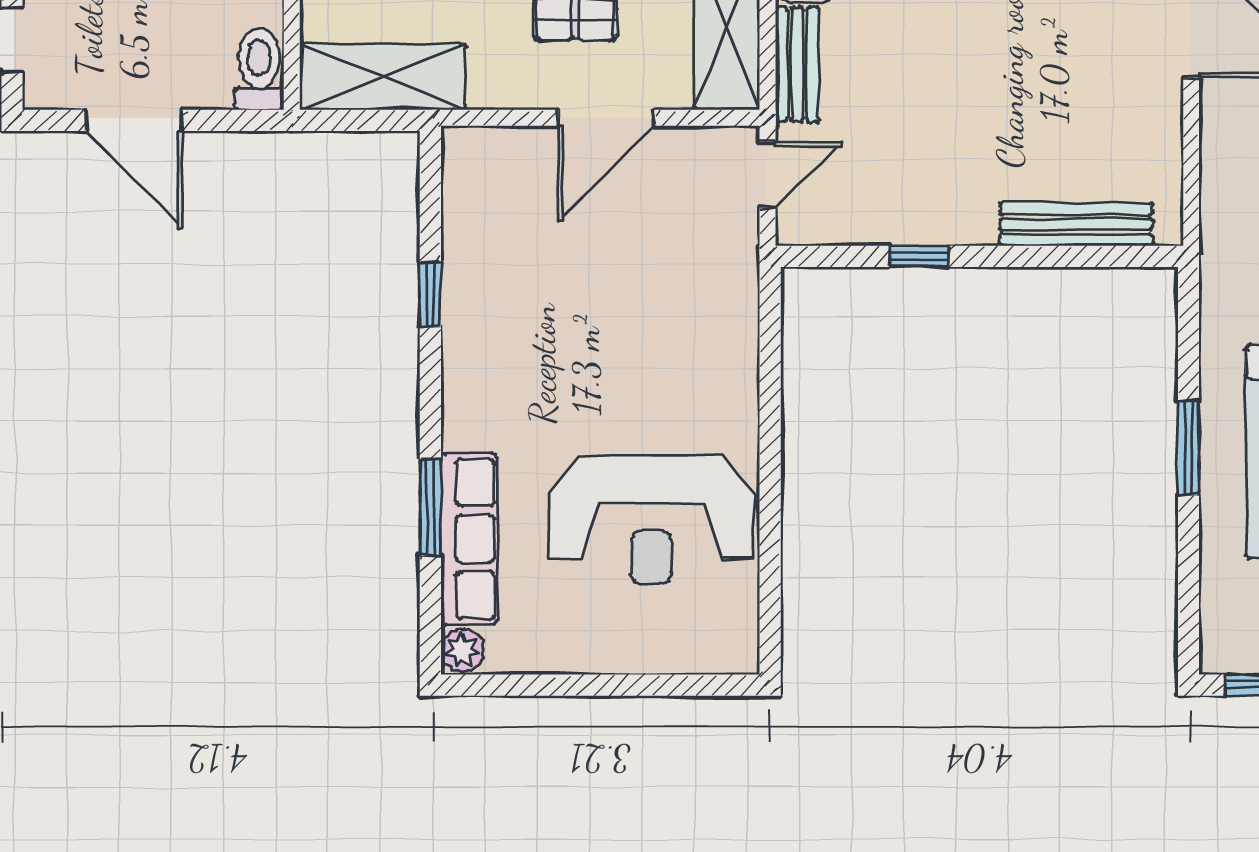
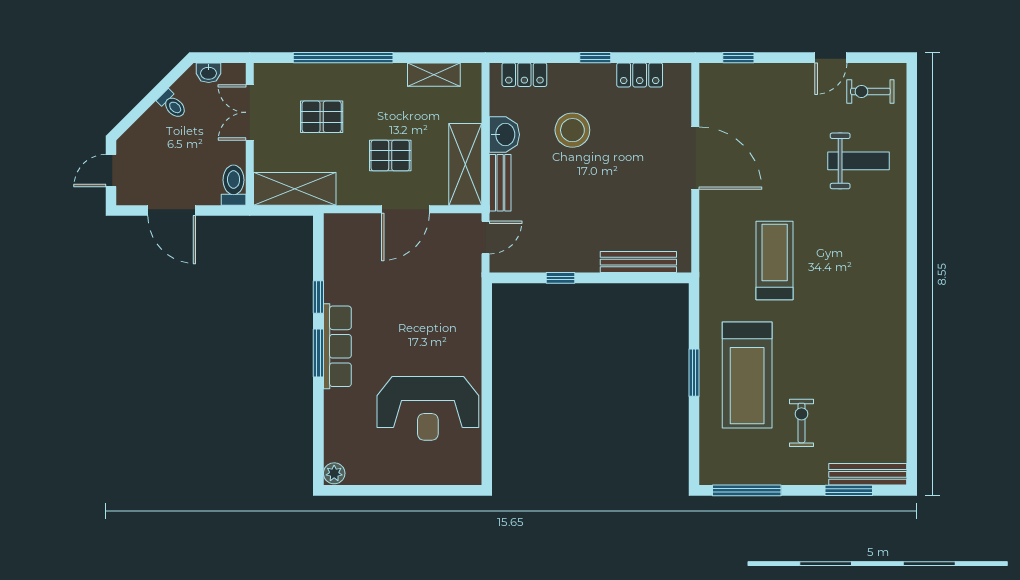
window: (430, 507) -> (318, 353), moved
row of seats: (469, 539) -> (337, 346), moved

